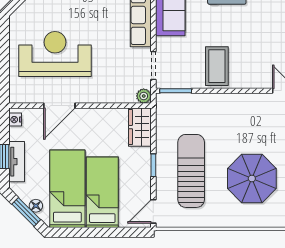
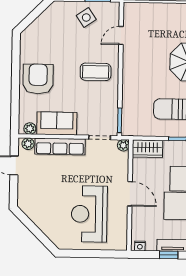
coffee table: (217, 66) -> (96, 72), moved
door: (59, 106) -> (130, 194), moved

